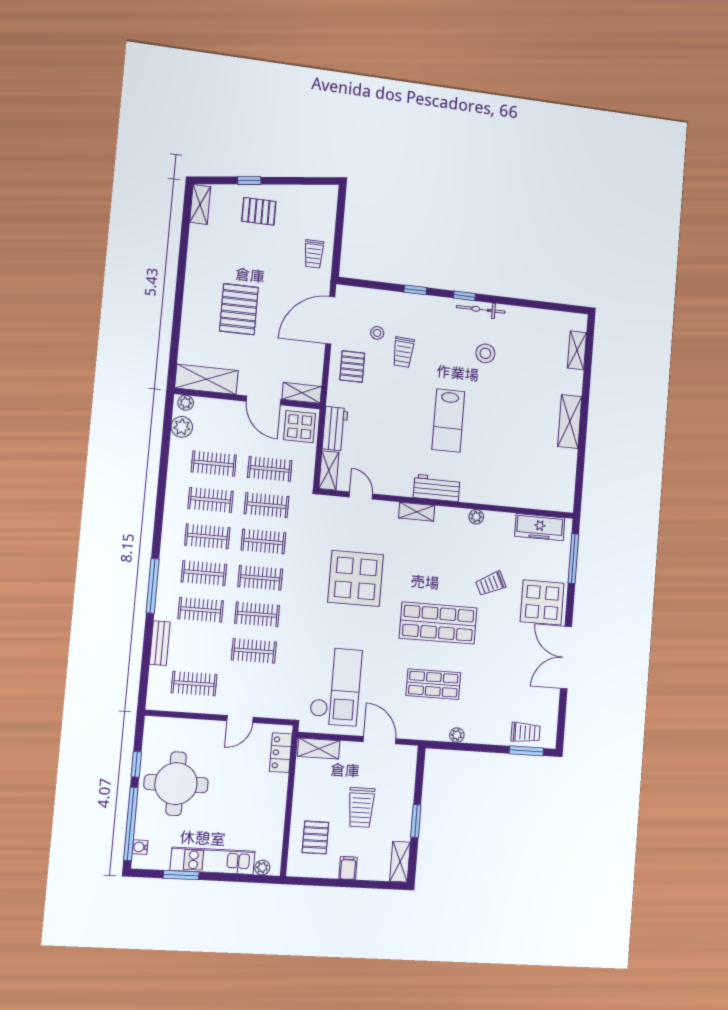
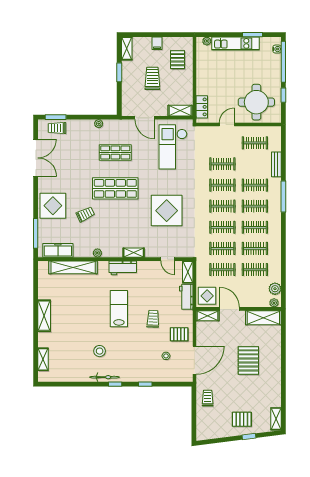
trolley: (403, 352) -> (153, 319), moved
pallet: (352, 367) -> (179, 334), turned 90
shelving: (517, 497) -> (73, 267), added
double door: (566, 658) -> (36, 158), moved
round table: (176, 784) -> (256, 102), moved

